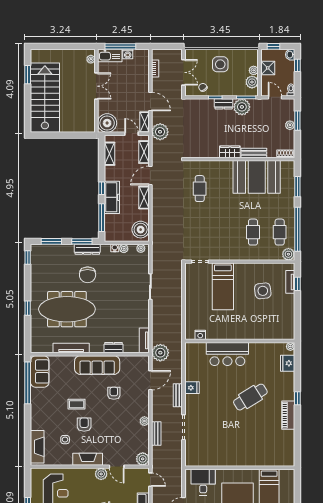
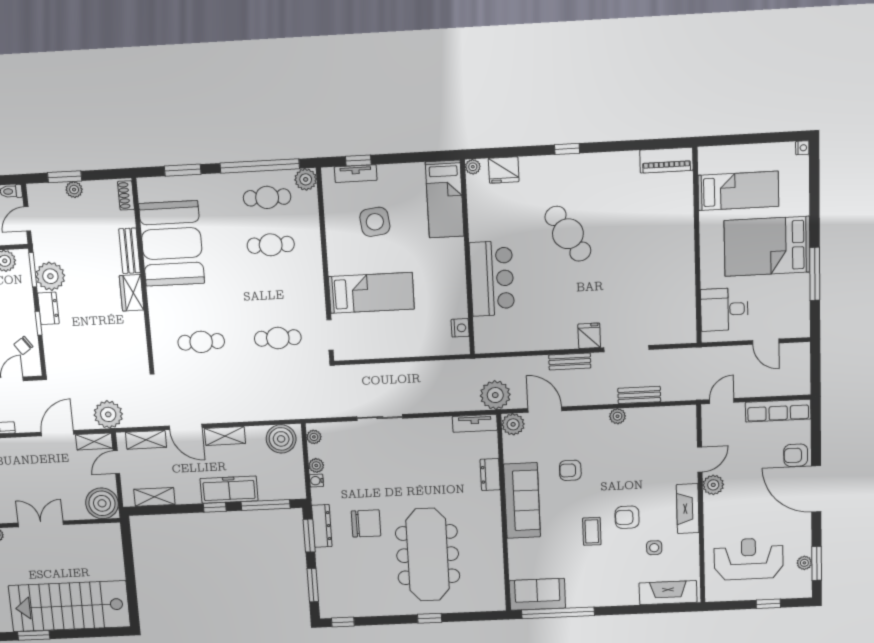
cafe table: (200, 232) -> (278, 338), added
bed: (273, 330) -> (445, 199), added
tv unit: (71, 348) -> (494, 545), removed
fridge: (192, 388) -> (589, 336), moved
piano: (288, 415) -> (666, 160), moved
plant: (143, 459) -> (513, 424), moved

